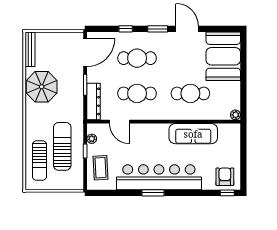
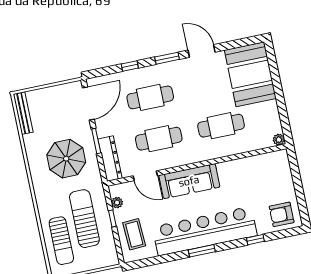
parasol: (42, 87) -> (66, 159), moved
sofa: (193, 134) -> (189, 181), moved
armchair: (225, 177) -> (282, 214), turned -90
window: (227, 193) -> (255, 240), moved

